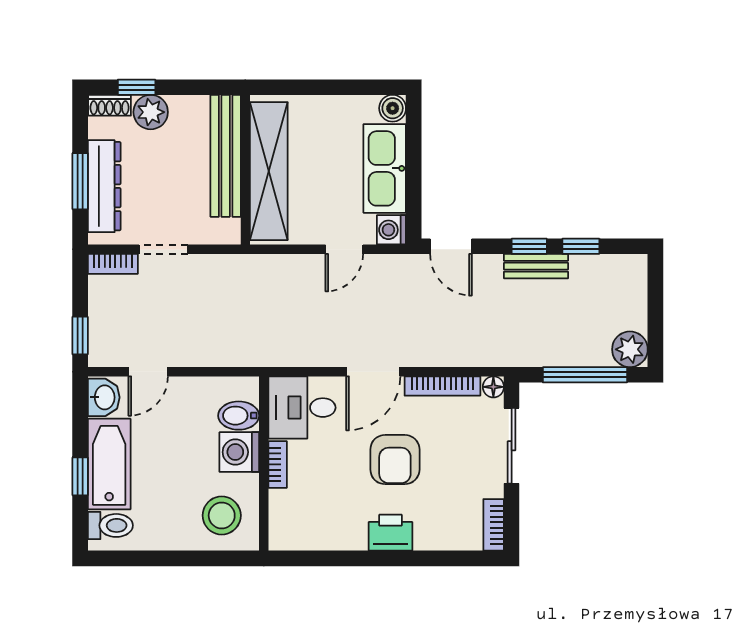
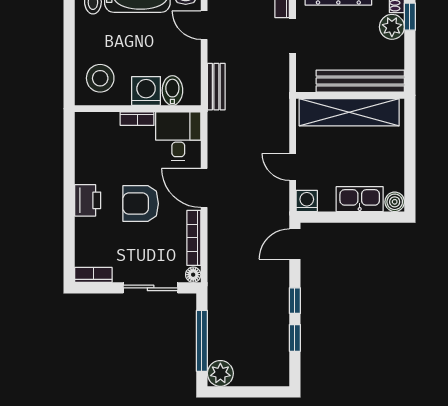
kitchen sink: (385, 168) -> (360, 199), width x0.73, depth x0.81
bench: (536, 266) -> (216, 87), moved

